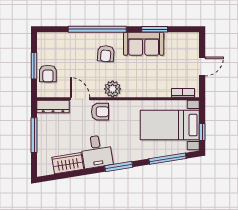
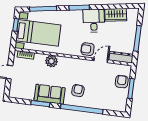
plant: (113, 89) -> (51, 61), moved
door: (80, 99) -> (101, 60), swing flipped

